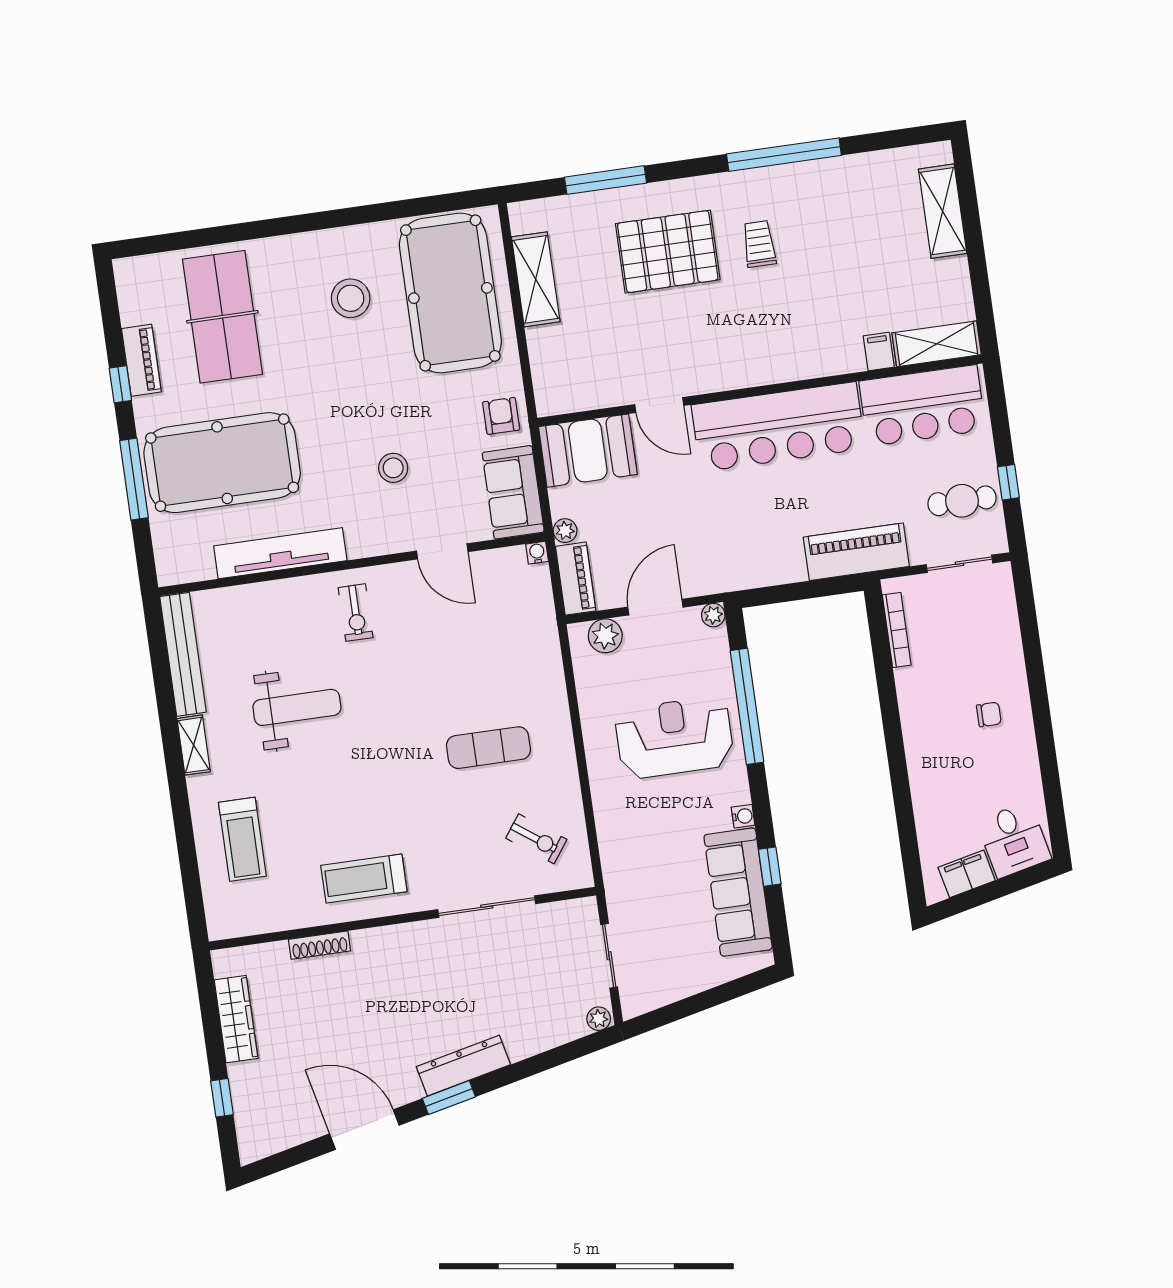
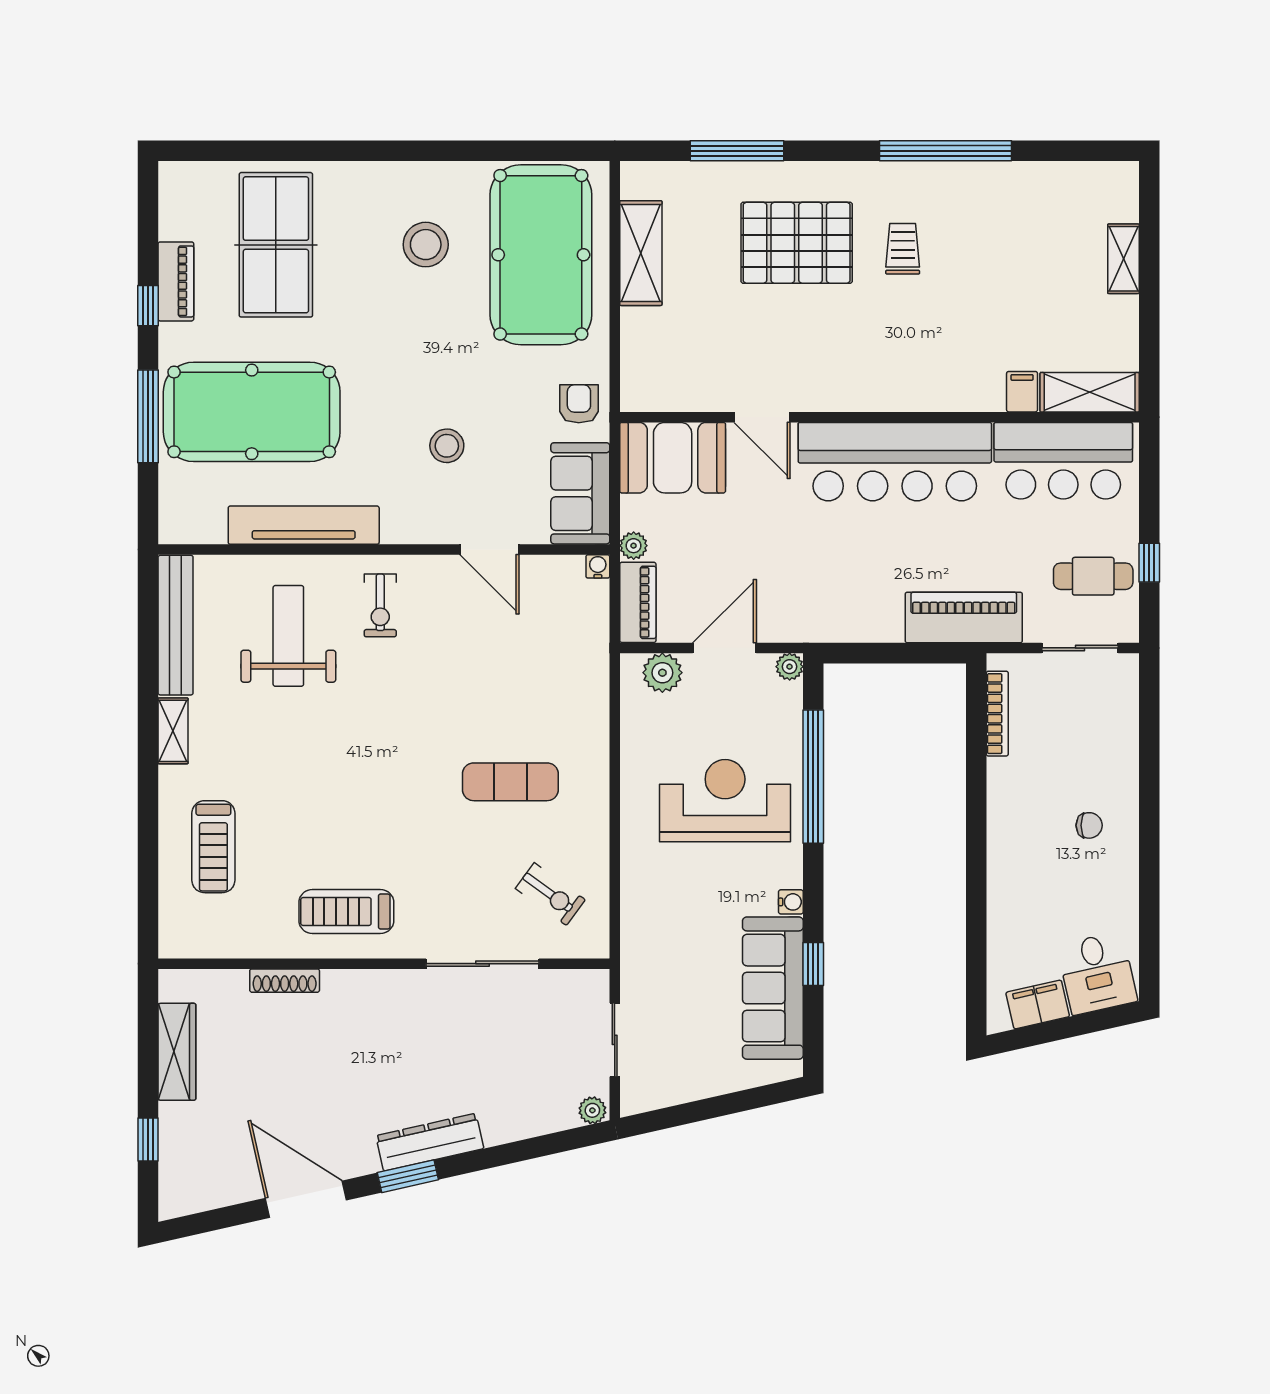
shelving: (943, 211) -> (1123, 259), width x0.67, depth x0.75
weight bench: (297, 707) -> (288, 636), moved, turned -90

